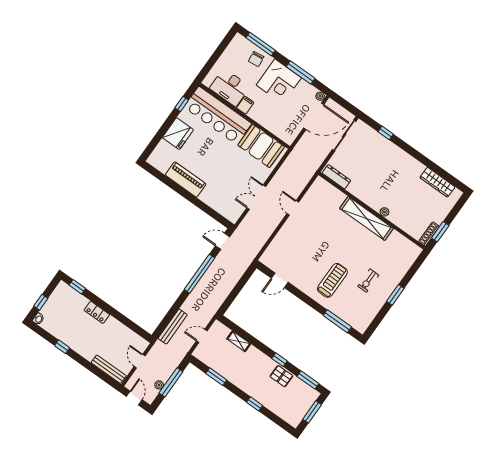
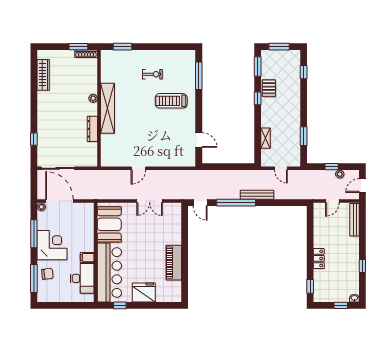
dresser: (336, 177) -> (92, 129), moved
window: (395, 295) -> (123, 47), moved
bench: (173, 327) -> (257, 195), moved
window: (171, 382) -> (332, 167), width x0.46
window: (255, 404) -> (304, 72), moved

